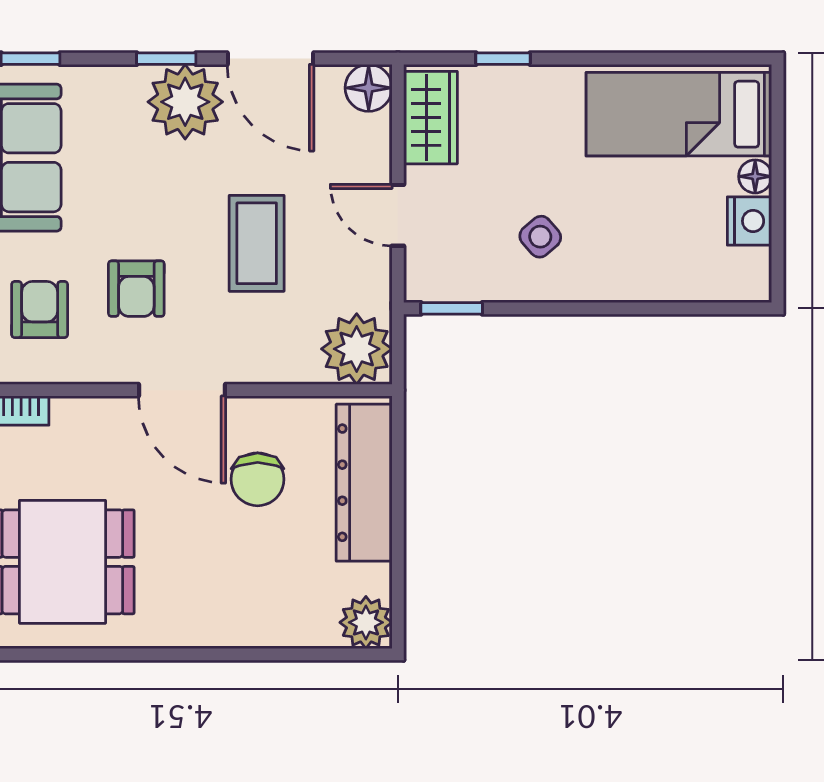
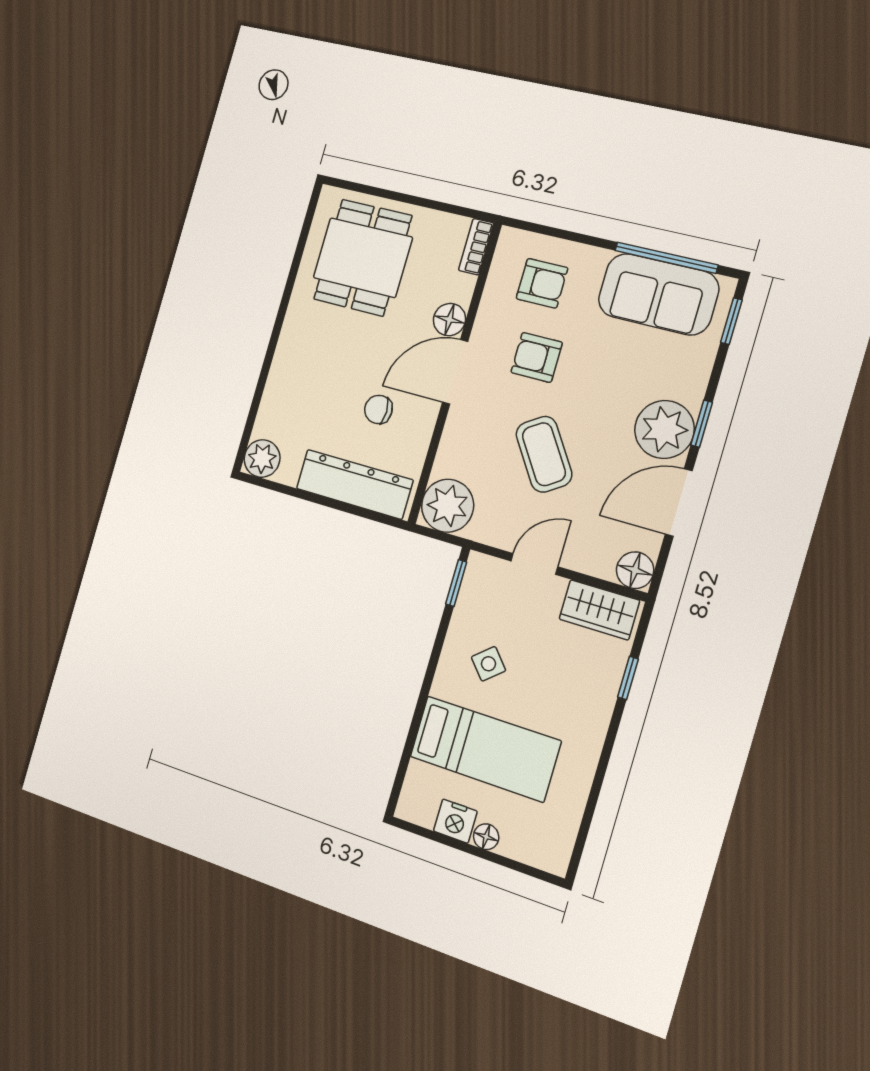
bed: (679, 114) -> (485, 749), moved, turned 90
coffee table: (257, 243) -> (544, 454), turned 56
floor lamp: (116, 418) -> (449, 320), added
chair: (258, 479) -> (378, 409), width x0.73, depth x0.73

